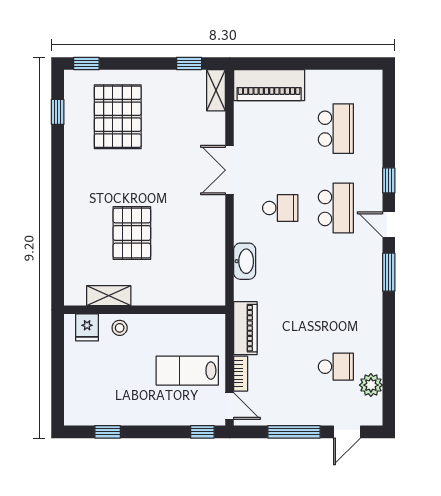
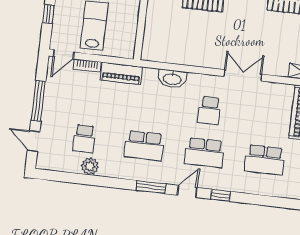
school desk: (336, 287) -> (144, 146), added
plant: (371, 385) -> (90, 166), moved
window: (202, 432) -> (48, 14), moved

